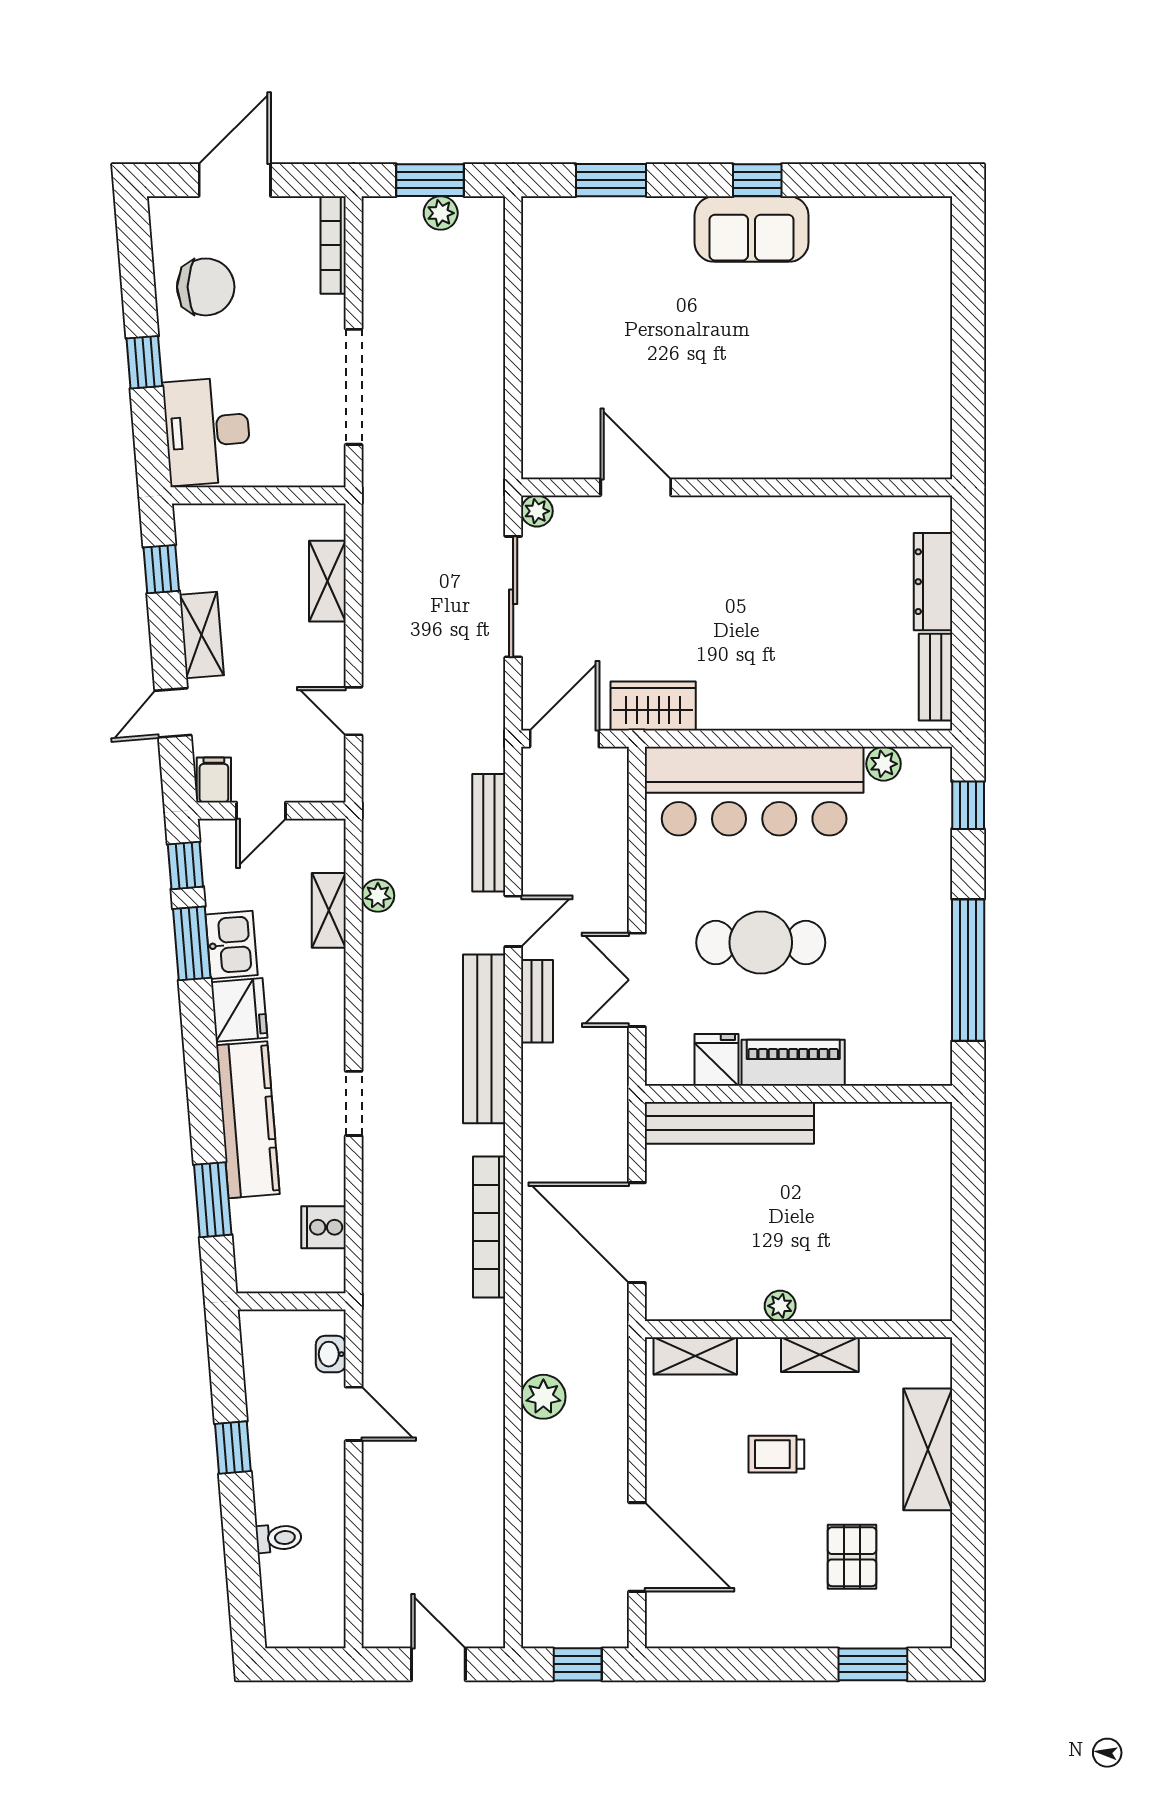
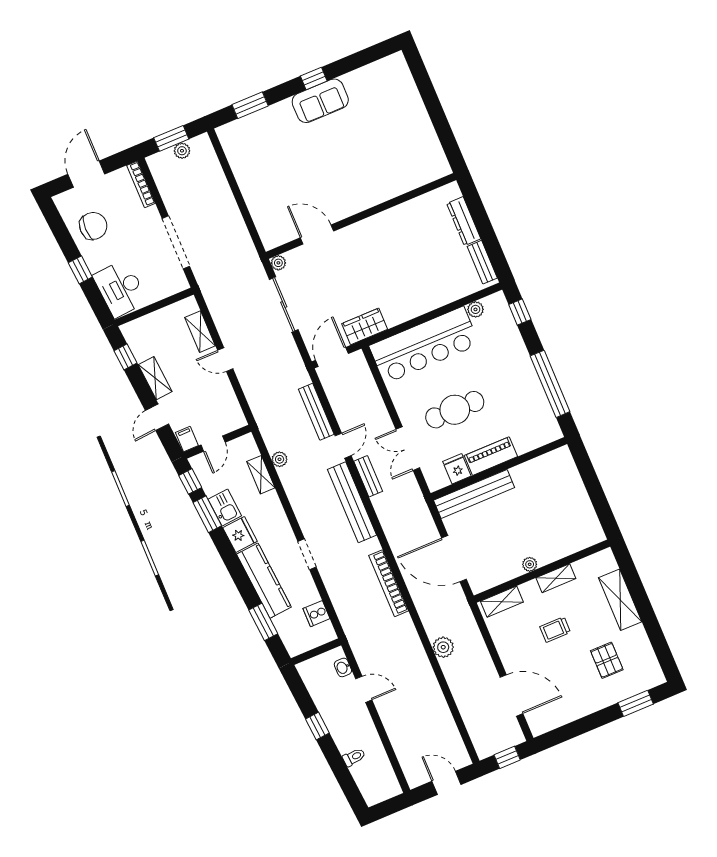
door: (354, 711) -> (225, 360), moved

